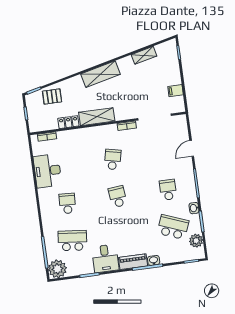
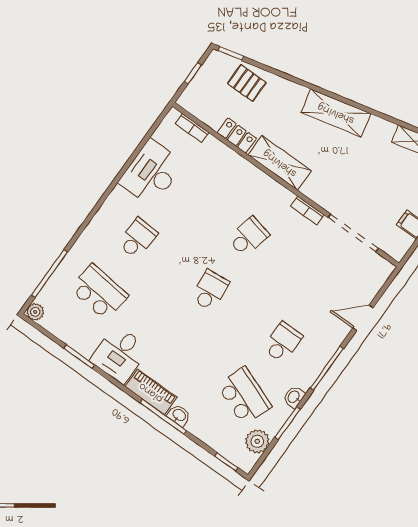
plant: (57, 269) -> (35, 312), width x0.53, depth x0.53

